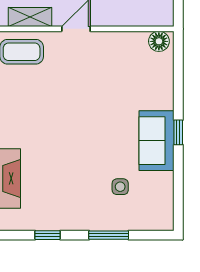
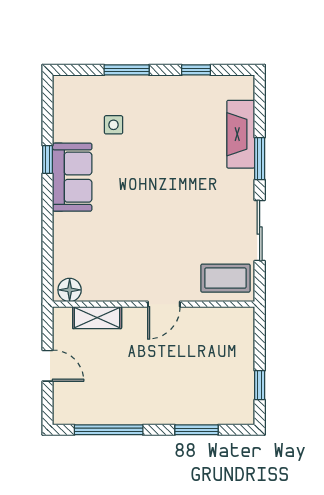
shelving: (30, 17) -> (97, 318), moved
window: (178, 132) -> (48, 160), moved

